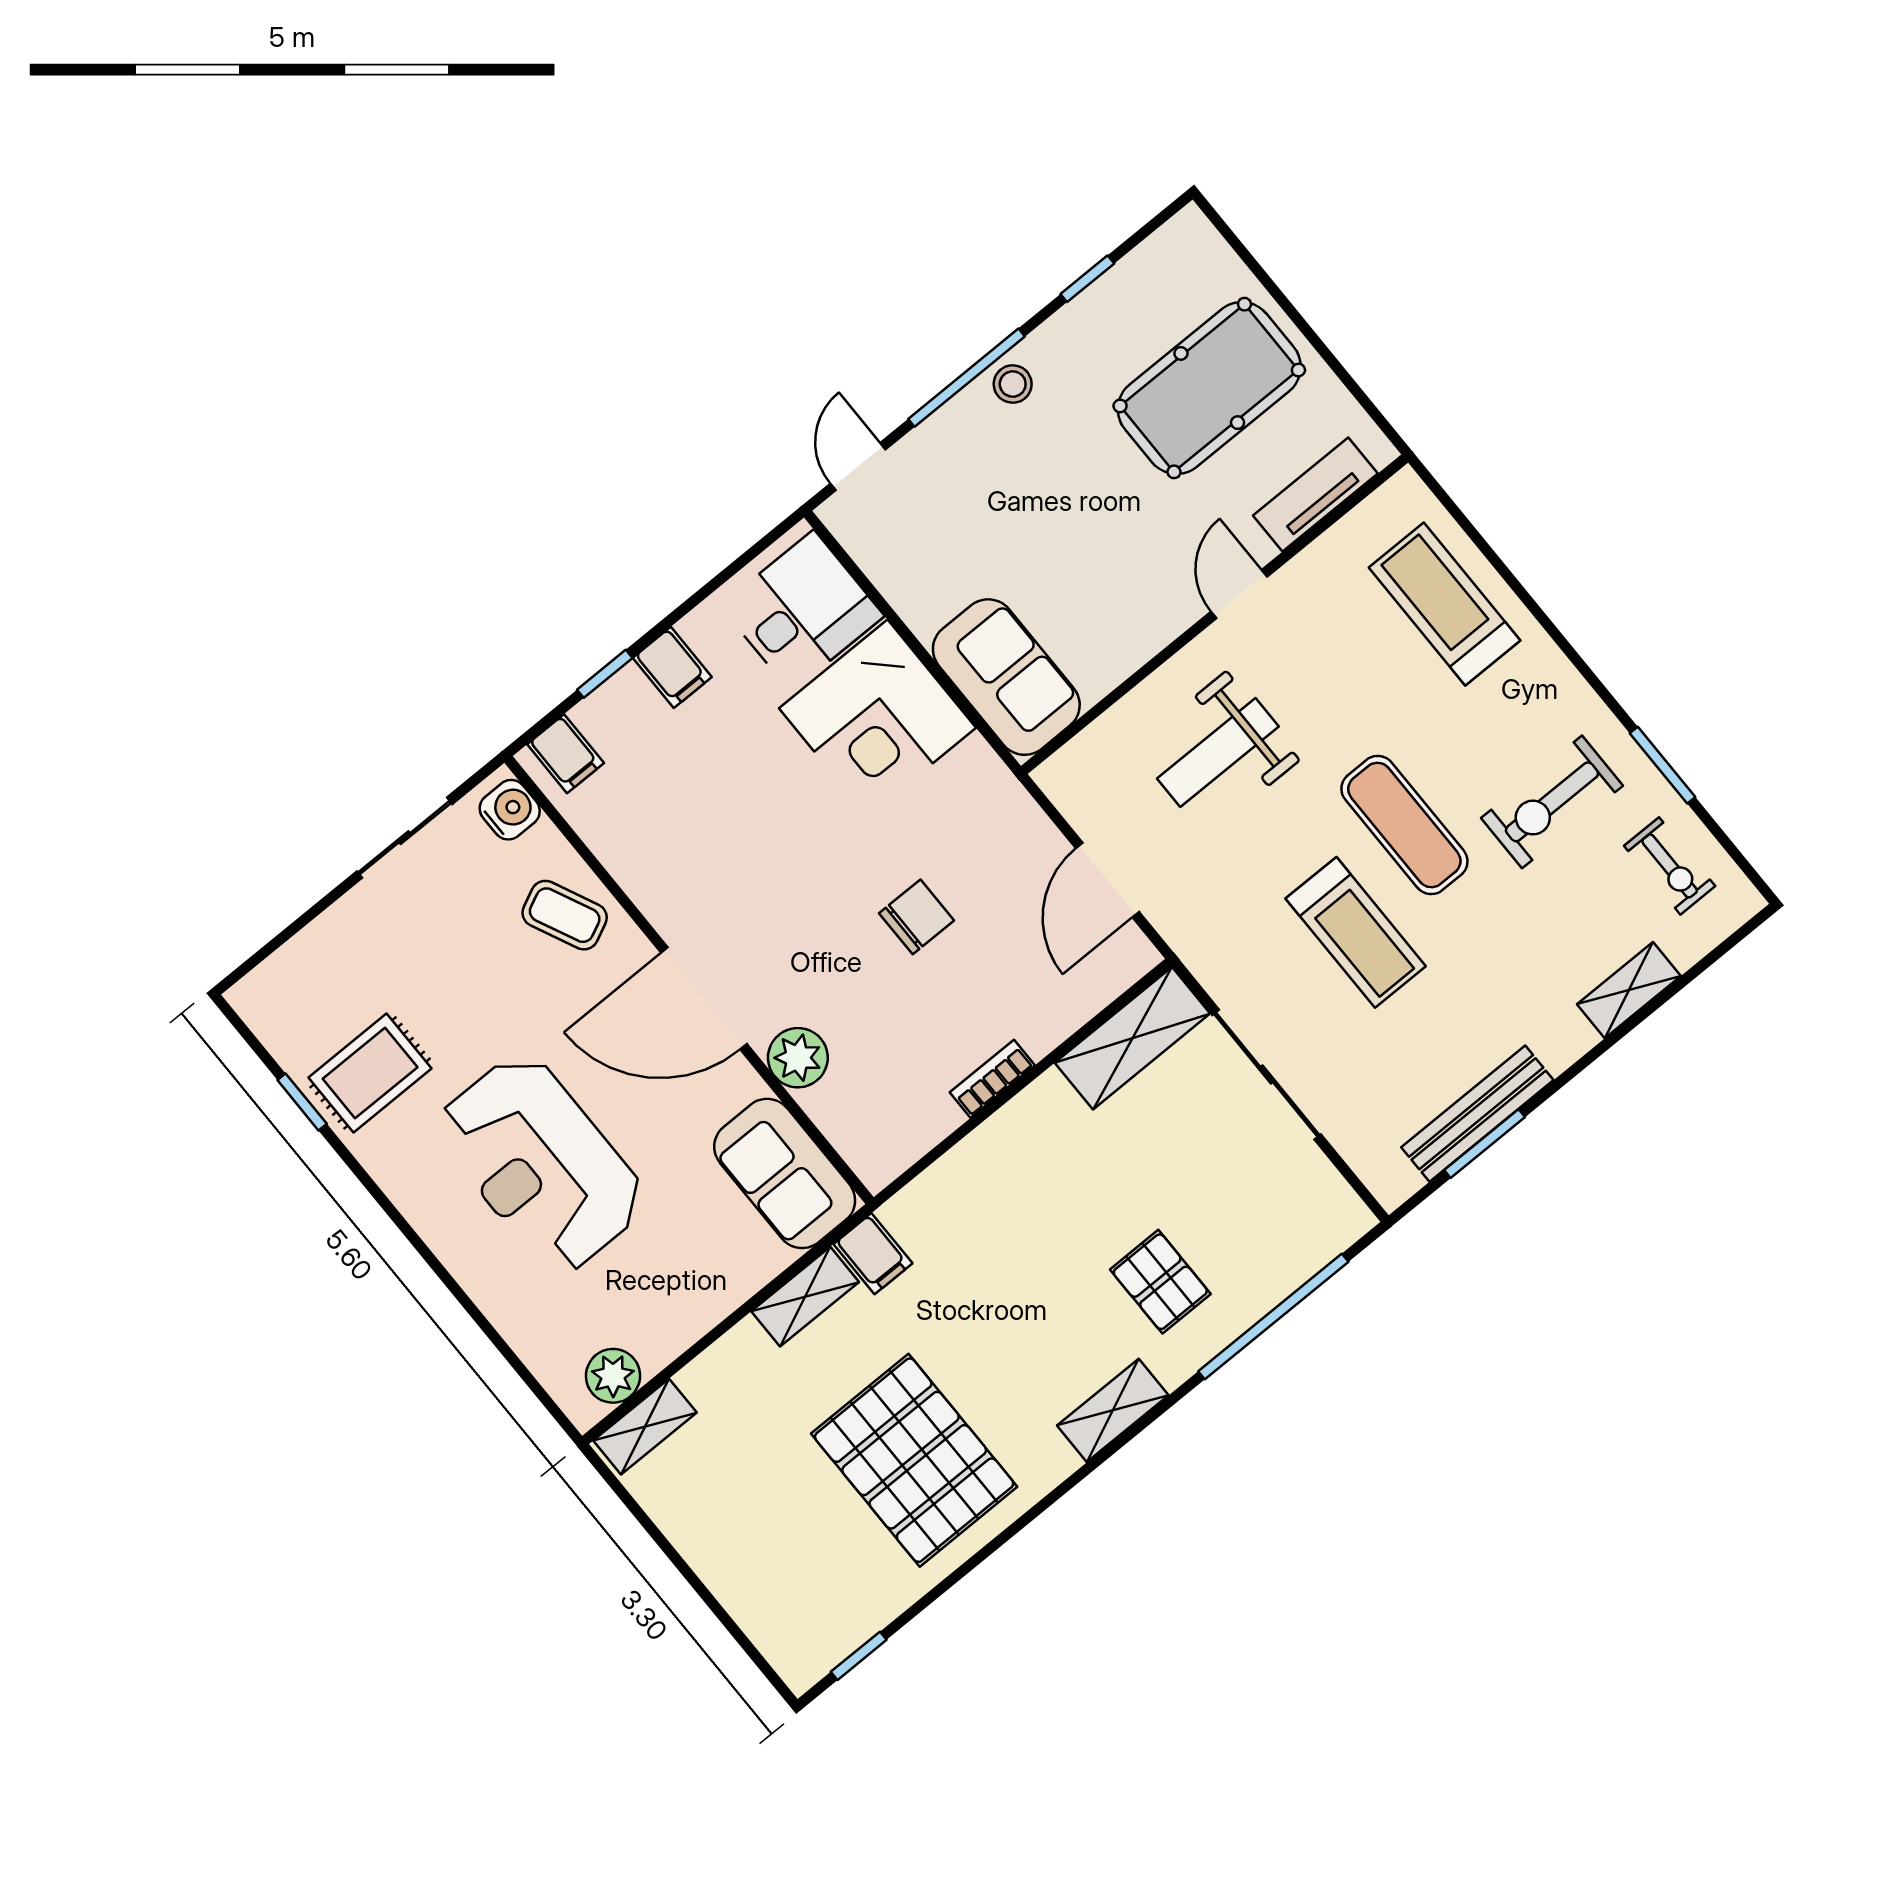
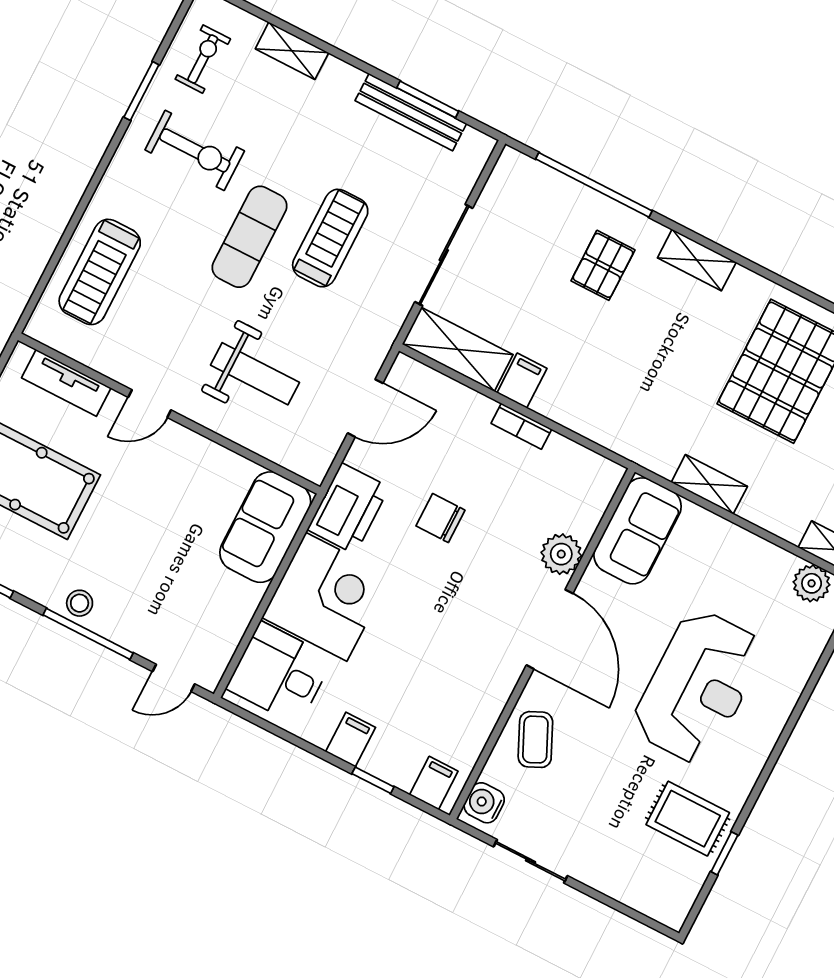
printer: (983, 799) -> (348, 508), added
filing cabinet: (873, 1254) -> (522, 381), moved

